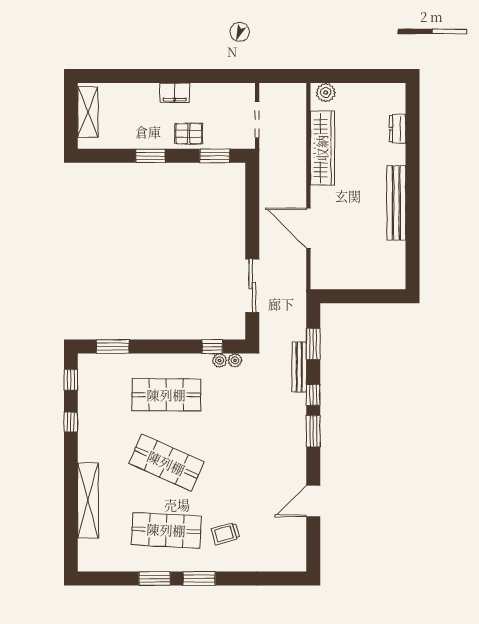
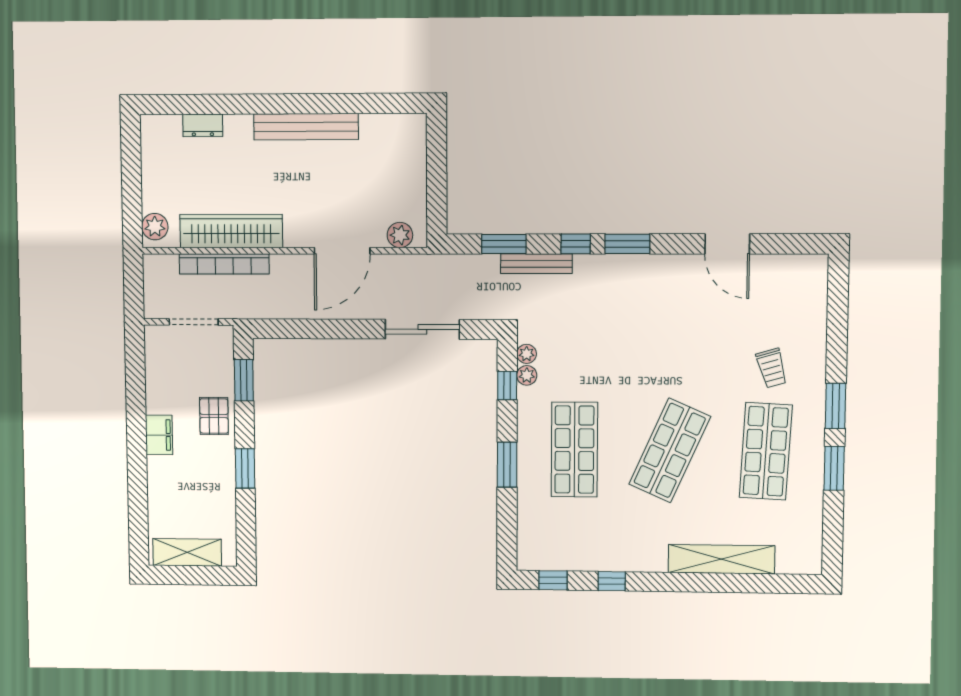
bookcase: (299, 143) -> (224, 264), added
plant: (320, 270) -> (400, 235), added
window: (113, 346) -> (507, 465), moved

